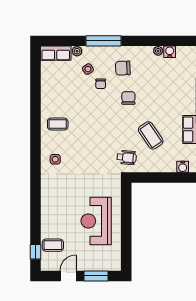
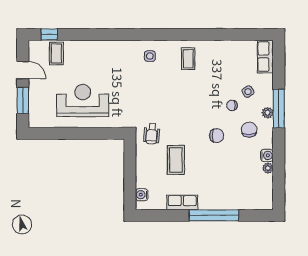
plant: (77, 51) -> (268, 113), moved
water cooler: (170, 52) -> (267, 155), moved
coffee table: (151, 135) -> (176, 160), turned -56

